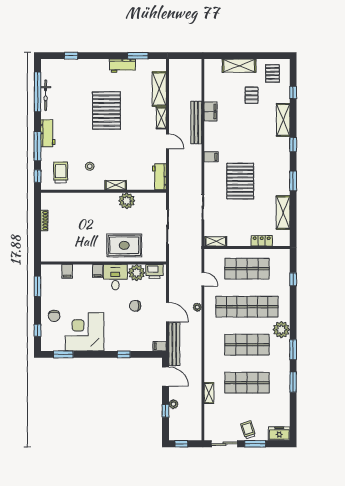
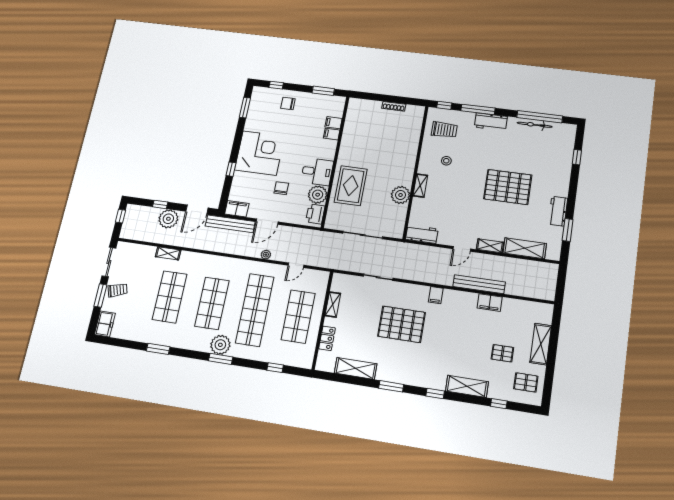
shelving: (216, 241) -> (333, 304), moved
filing cabinet: (98, 271) -> (332, 134), moved
corner desk: (85, 332) -> (260, 153), moved
filing cabinet: (160, 346) -> (237, 209), width x2.00
window: (293, 350) -> (221, 359), moved
plant: (173, 404) -> (168, 219), width x1.88, depth x1.88

